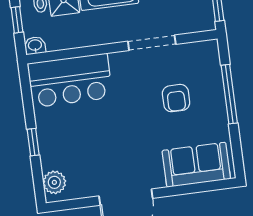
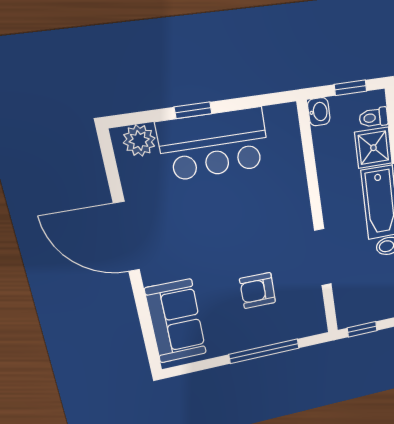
bar counter: (70, 80) -> (214, 144), moved, turned -90

